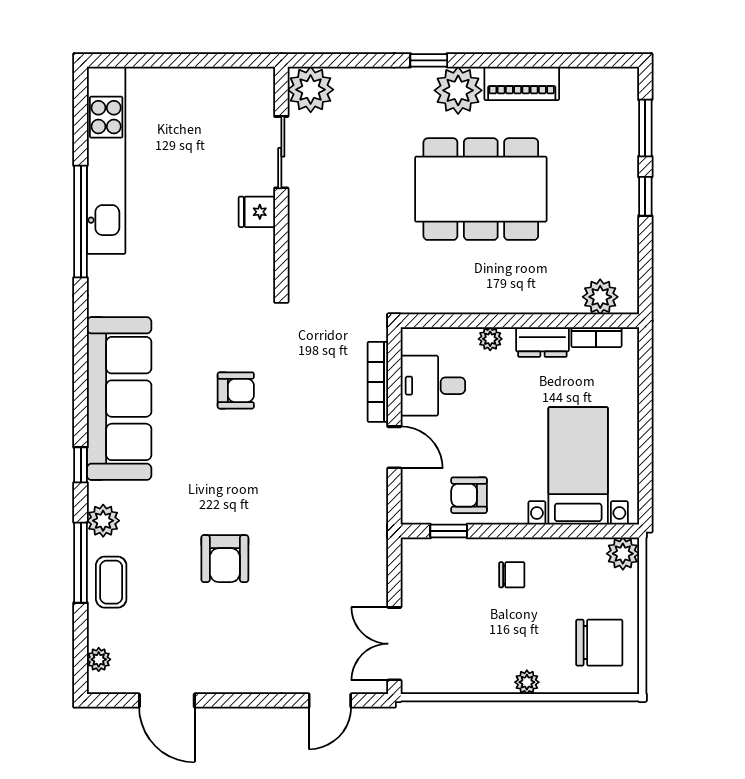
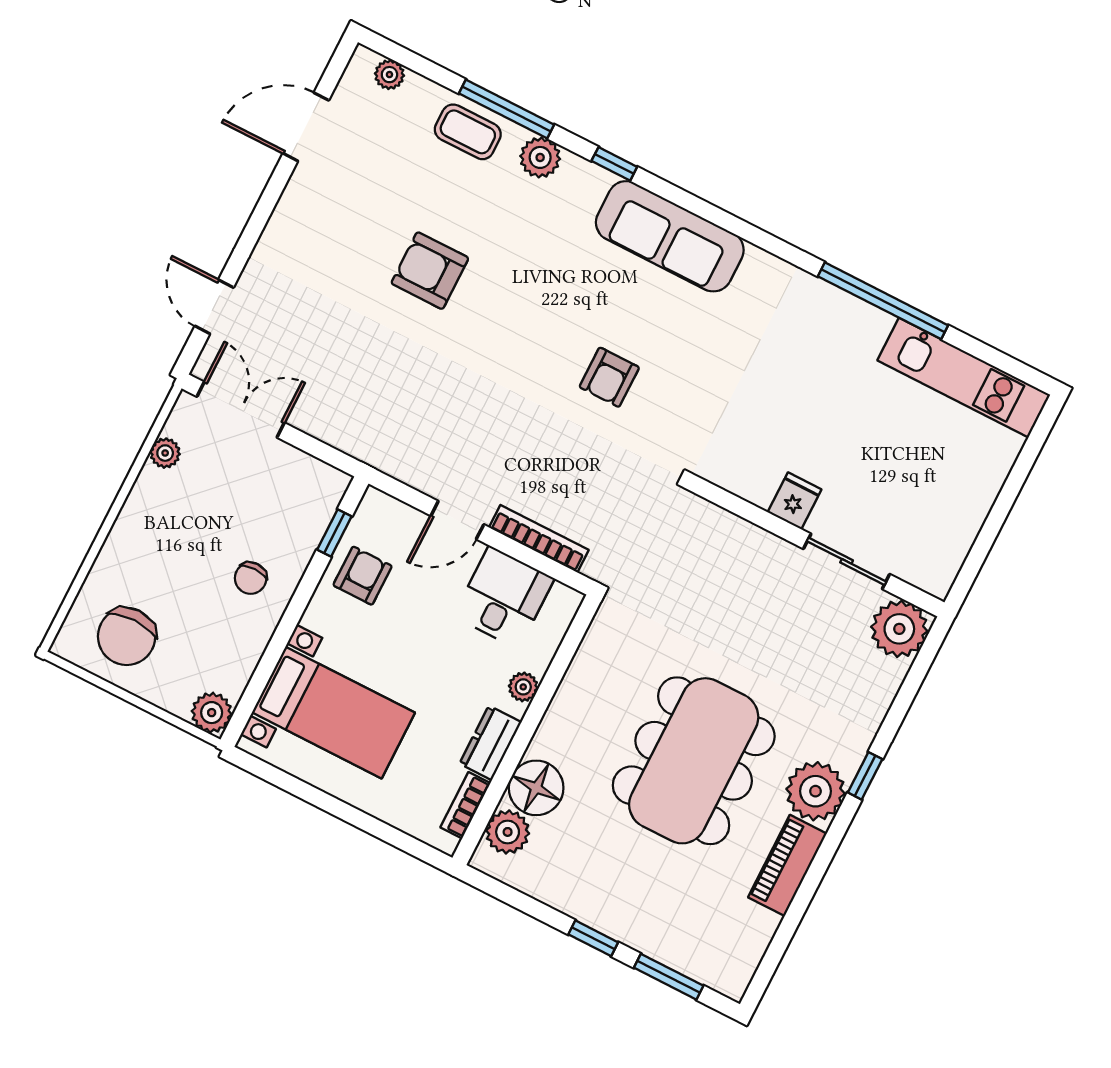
kitchen unit: (106, 160) -> (964, 378), width x0.73
floor lamp: (558, 292) -> (536, 788), added
sofa: (119, 399) -> (670, 236), width x0.74, depth x0.79
plant: (527, 682) -> (165, 453), moved

